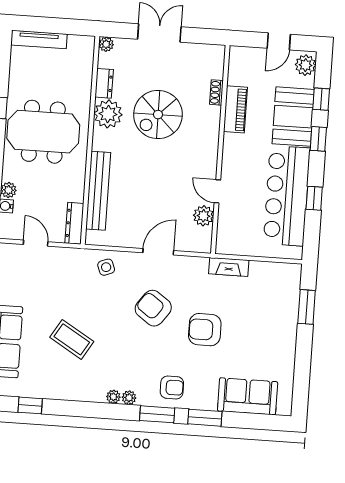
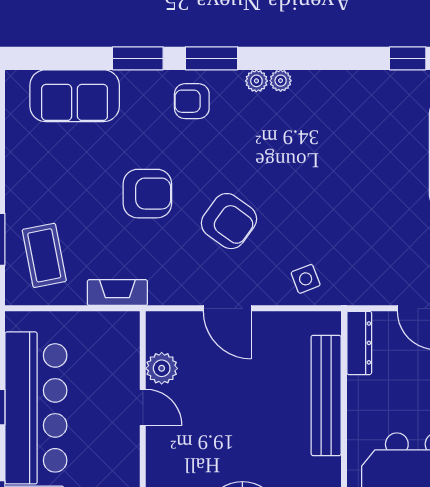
door: (158, 252) -> (227, 308), hinge flipped
coffee table: (72, 339) -> (44, 255), moved, turned 48

